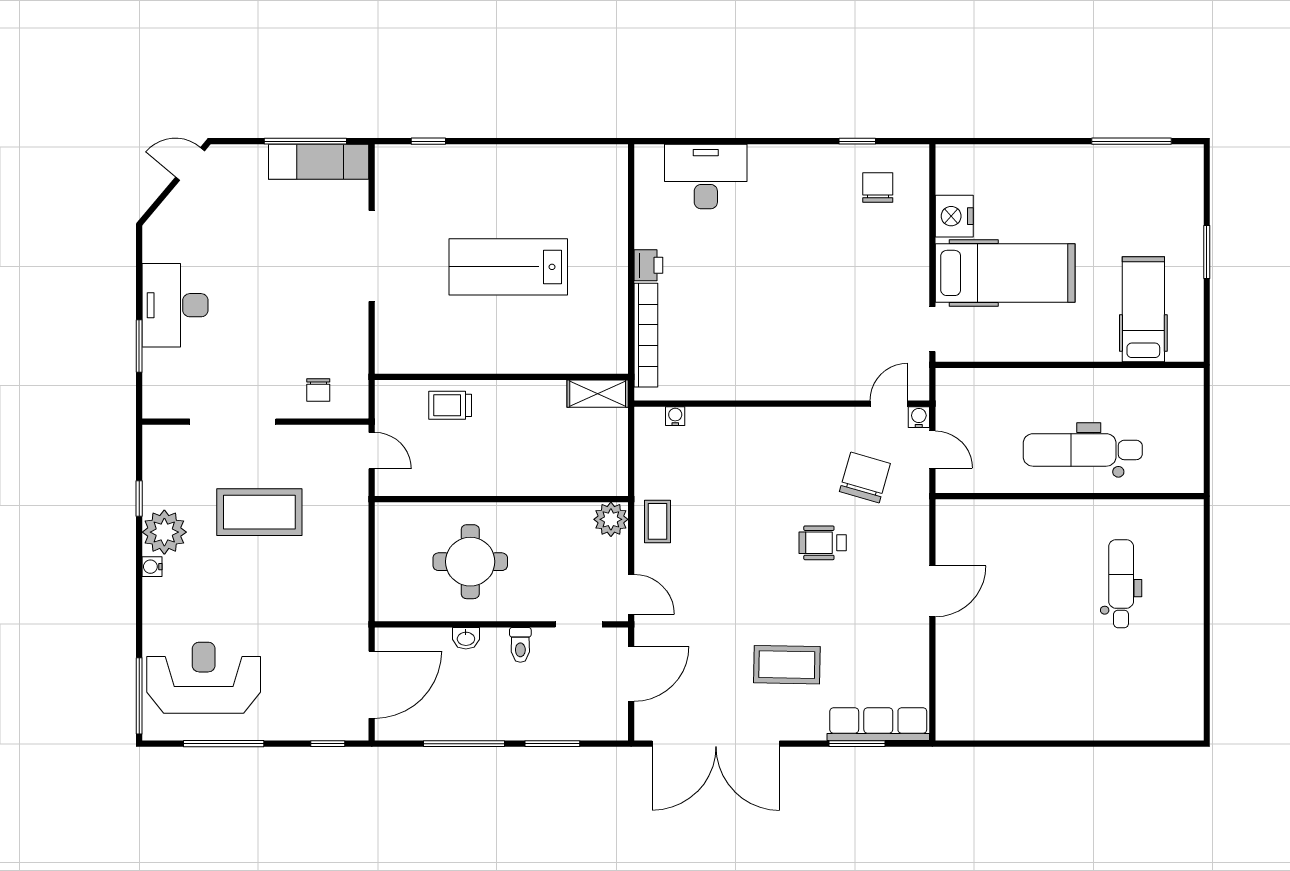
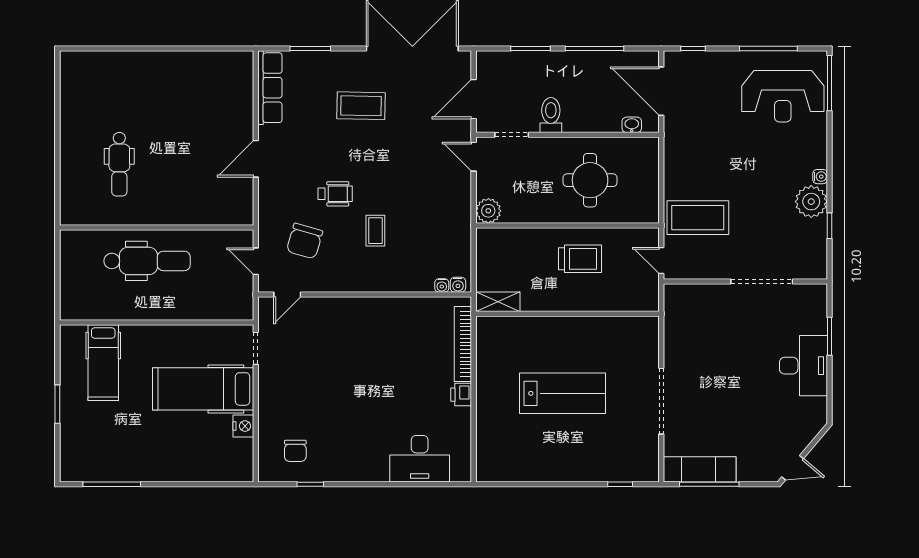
nightstand: (954, 216) -> (243, 426), width x0.74, depth x0.75
chair: (318, 390) -> (700, 304), removed
trolley: (450, 405) -> (580, 259), moved, width x1.36, depth x1.39
water cooler: (919, 417) -> (458, 285), moved
coffee table: (259, 512) -> (698, 218), moved
coffee table: (657, 521) -> (375, 231), moved
washbasin: (466, 638) -> (632, 125), moved
toilet: (520, 645) -> (551, 115), width x1.37, depth x1.39
door: (372, 685) -> (661, 91), hinge flipped
row of seats: (878, 724) -> (270, 88), moved, turned -90

